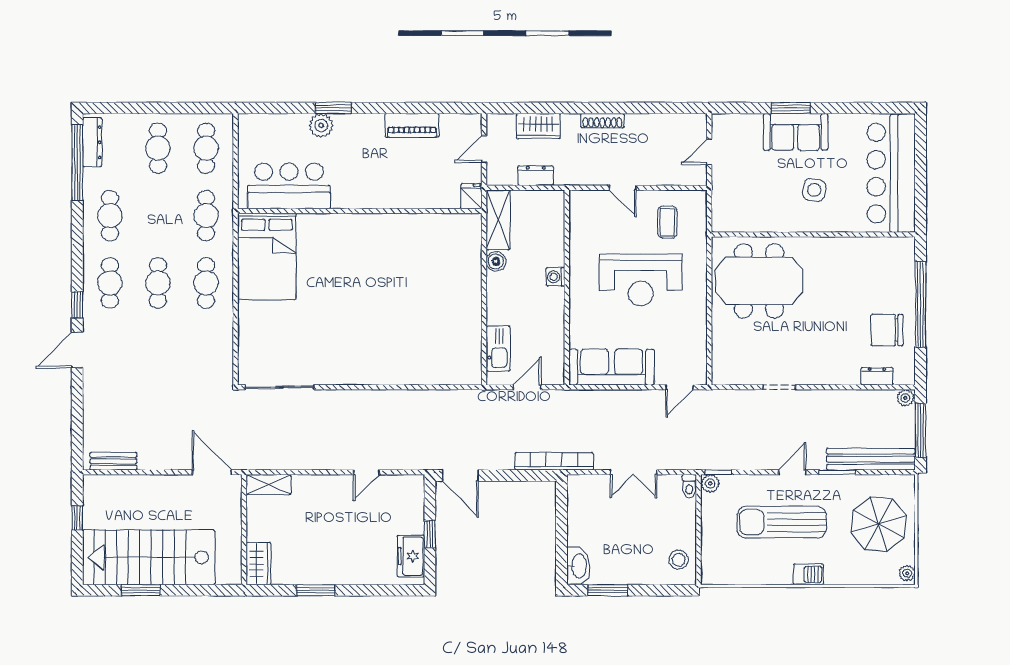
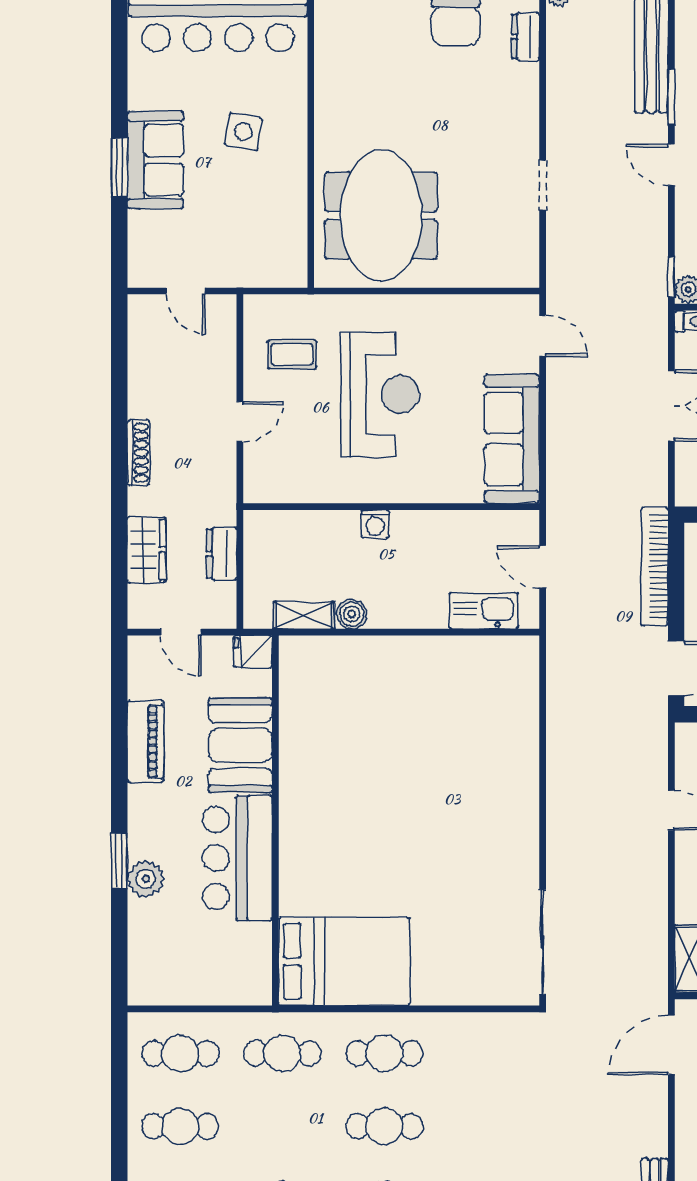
bar counter: (289, 186) -> (237, 858), moved
booth: (409, 188) -> (240, 745), added
shelving: (498, 220) -> (304, 615), width x0.67, depth x0.75
bookcase: (554, 461) -> (655, 566), moved

